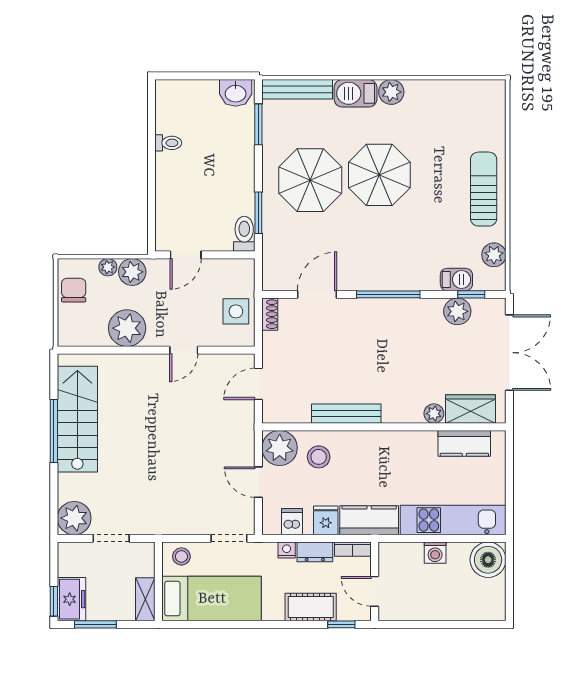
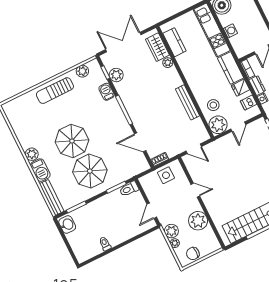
door: (186, 255) -> (152, 211), swing flipped
barbecue: (456, 280) -> (107, 92), moved

